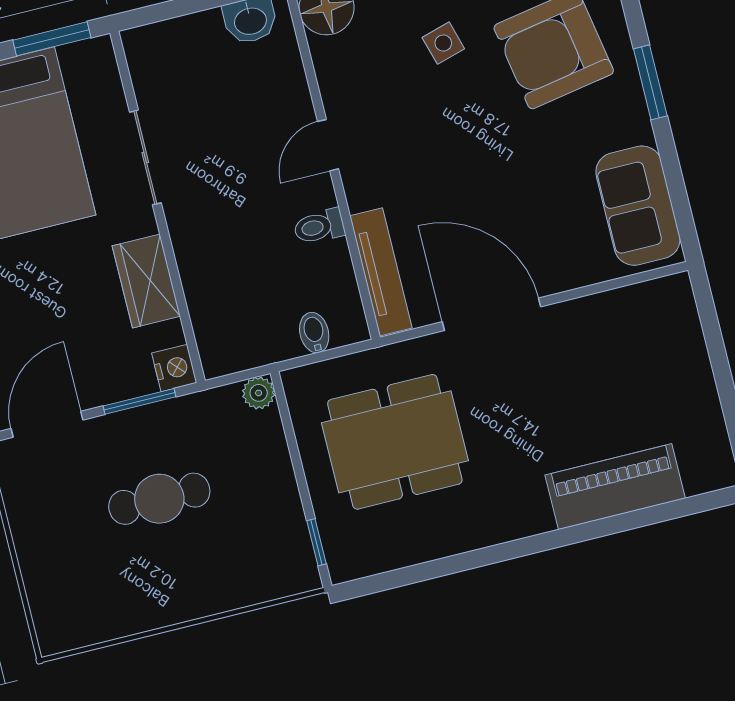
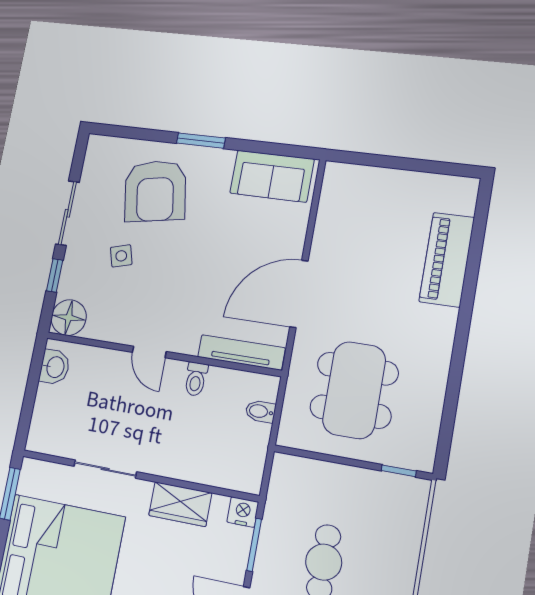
plant: (259, 393) -> (283, 465), removed

